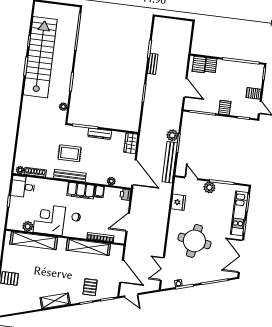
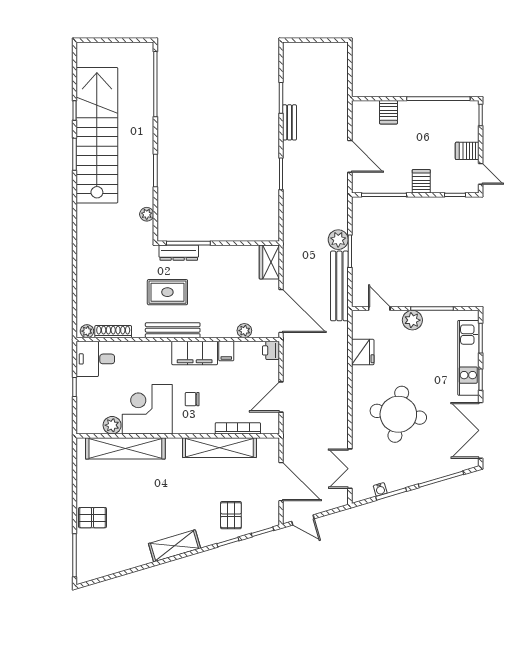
server rack: (199, 64) -> (368, 114), removed
dresser: (100, 134) -> (179, 253), moved

